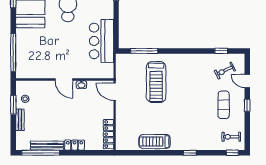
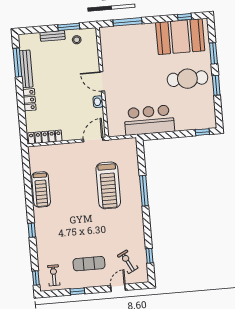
window: (144, 51) -> (144, 191), moved
window: (13, 53) -> (127, 22), width x0.68
door: (64, 79) -> (102, 81), hinge flipped
treadmill: (156, 82) -> (108, 185), turned -90
window: (247, 105) -> (77, 291), moved
treadmill: (155, 142) -> (41, 189), turned 180
window: (41, 153) -> (17, 63), width x0.68

